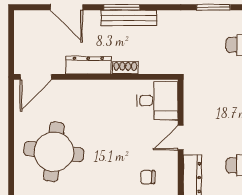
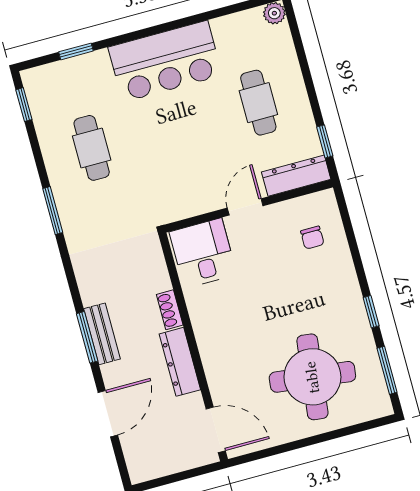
bench: (129, 18) -> (102, 334), width x0.73
door: (181, 138) -> (245, 207), swing flipped

